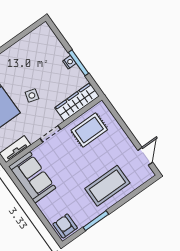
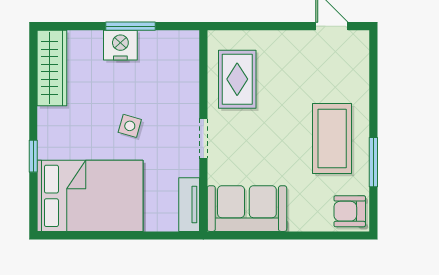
nightstand: (69, 62) -> (120, 45), width x1.89, depth x1.79
wardrobe: (77, 102) -> (52, 68), moved, turned 180
coffee table: (107, 186) -> (332, 139), moved

